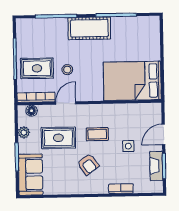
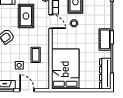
dresser: (138, 24) -> (105, 74), added
cot: (89, 28) -> (105, 39), width x0.73, depth x0.75
coffee table: (97, 134) -> (36, 55), moved

